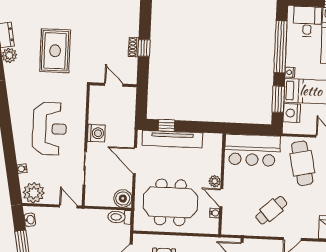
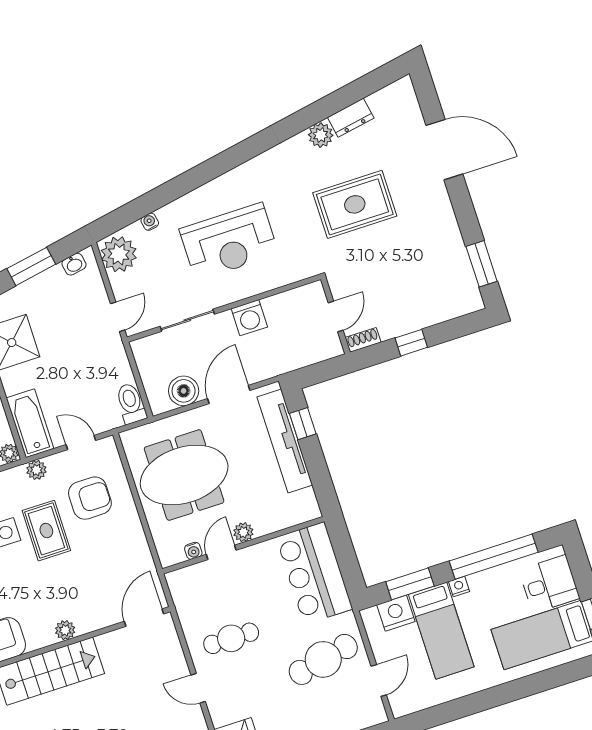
shoe rack: (134, 47) -> (363, 340), moved
boiler: (123, 198) -> (184, 391), moved
meeting table: (170, 202) -> (184, 475), turned 90
cafe table: (271, 210) -> (231, 638), turned -48

